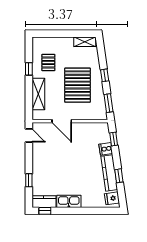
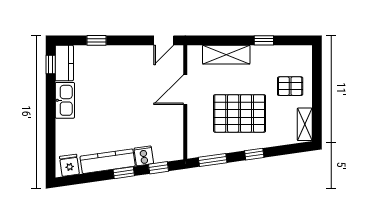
pallet: (48, 63) -> (290, 86), moved
window: (119, 176) -> (124, 173), moved

